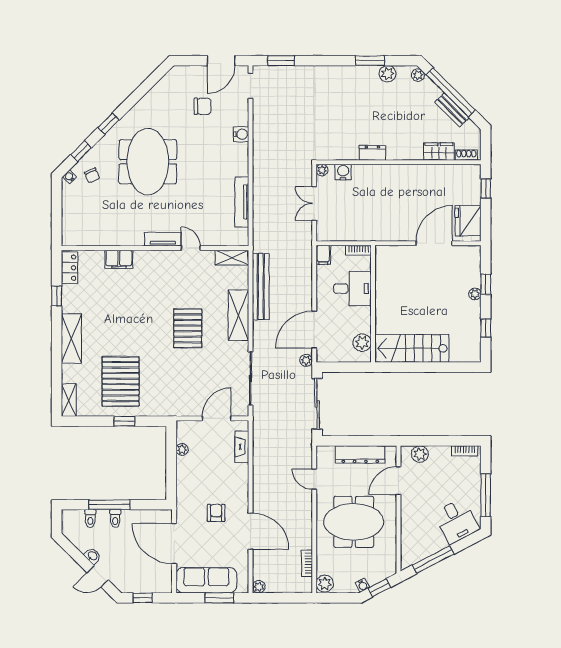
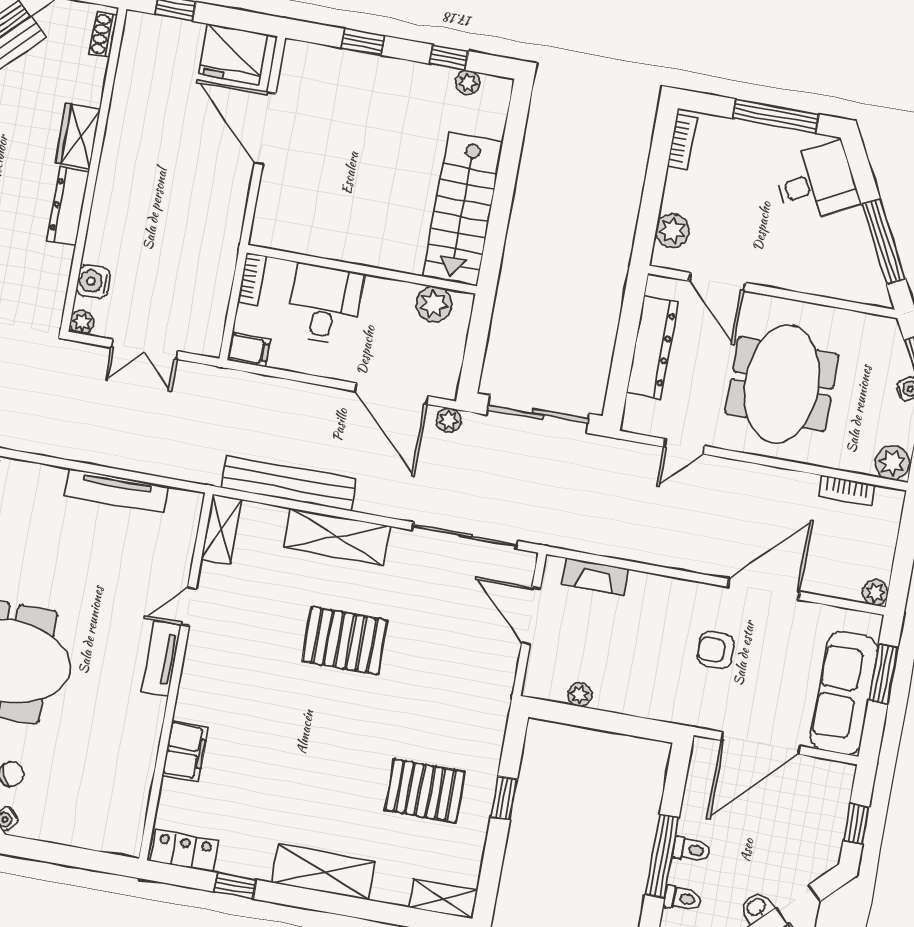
wardrobe: (439, 151) -> (78, 136), moved
dresser: (372, 153) -> (68, 206), width x1.44
plant: (475, 294) -> (467, 83), moved
pallet: (121, 381) -> (425, 791), width x0.73, depth x0.71

